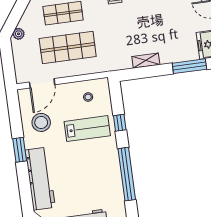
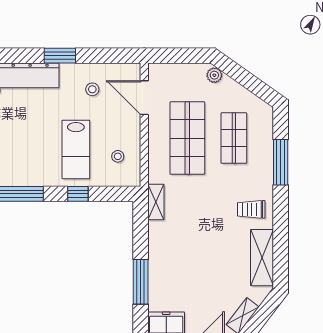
shelving: (146, 61) -> (156, 202), moved
window: (189, 66) -> (141, 282), moved
stool: (41, 122) -> (92, 89), width x0.53, depth x0.53

